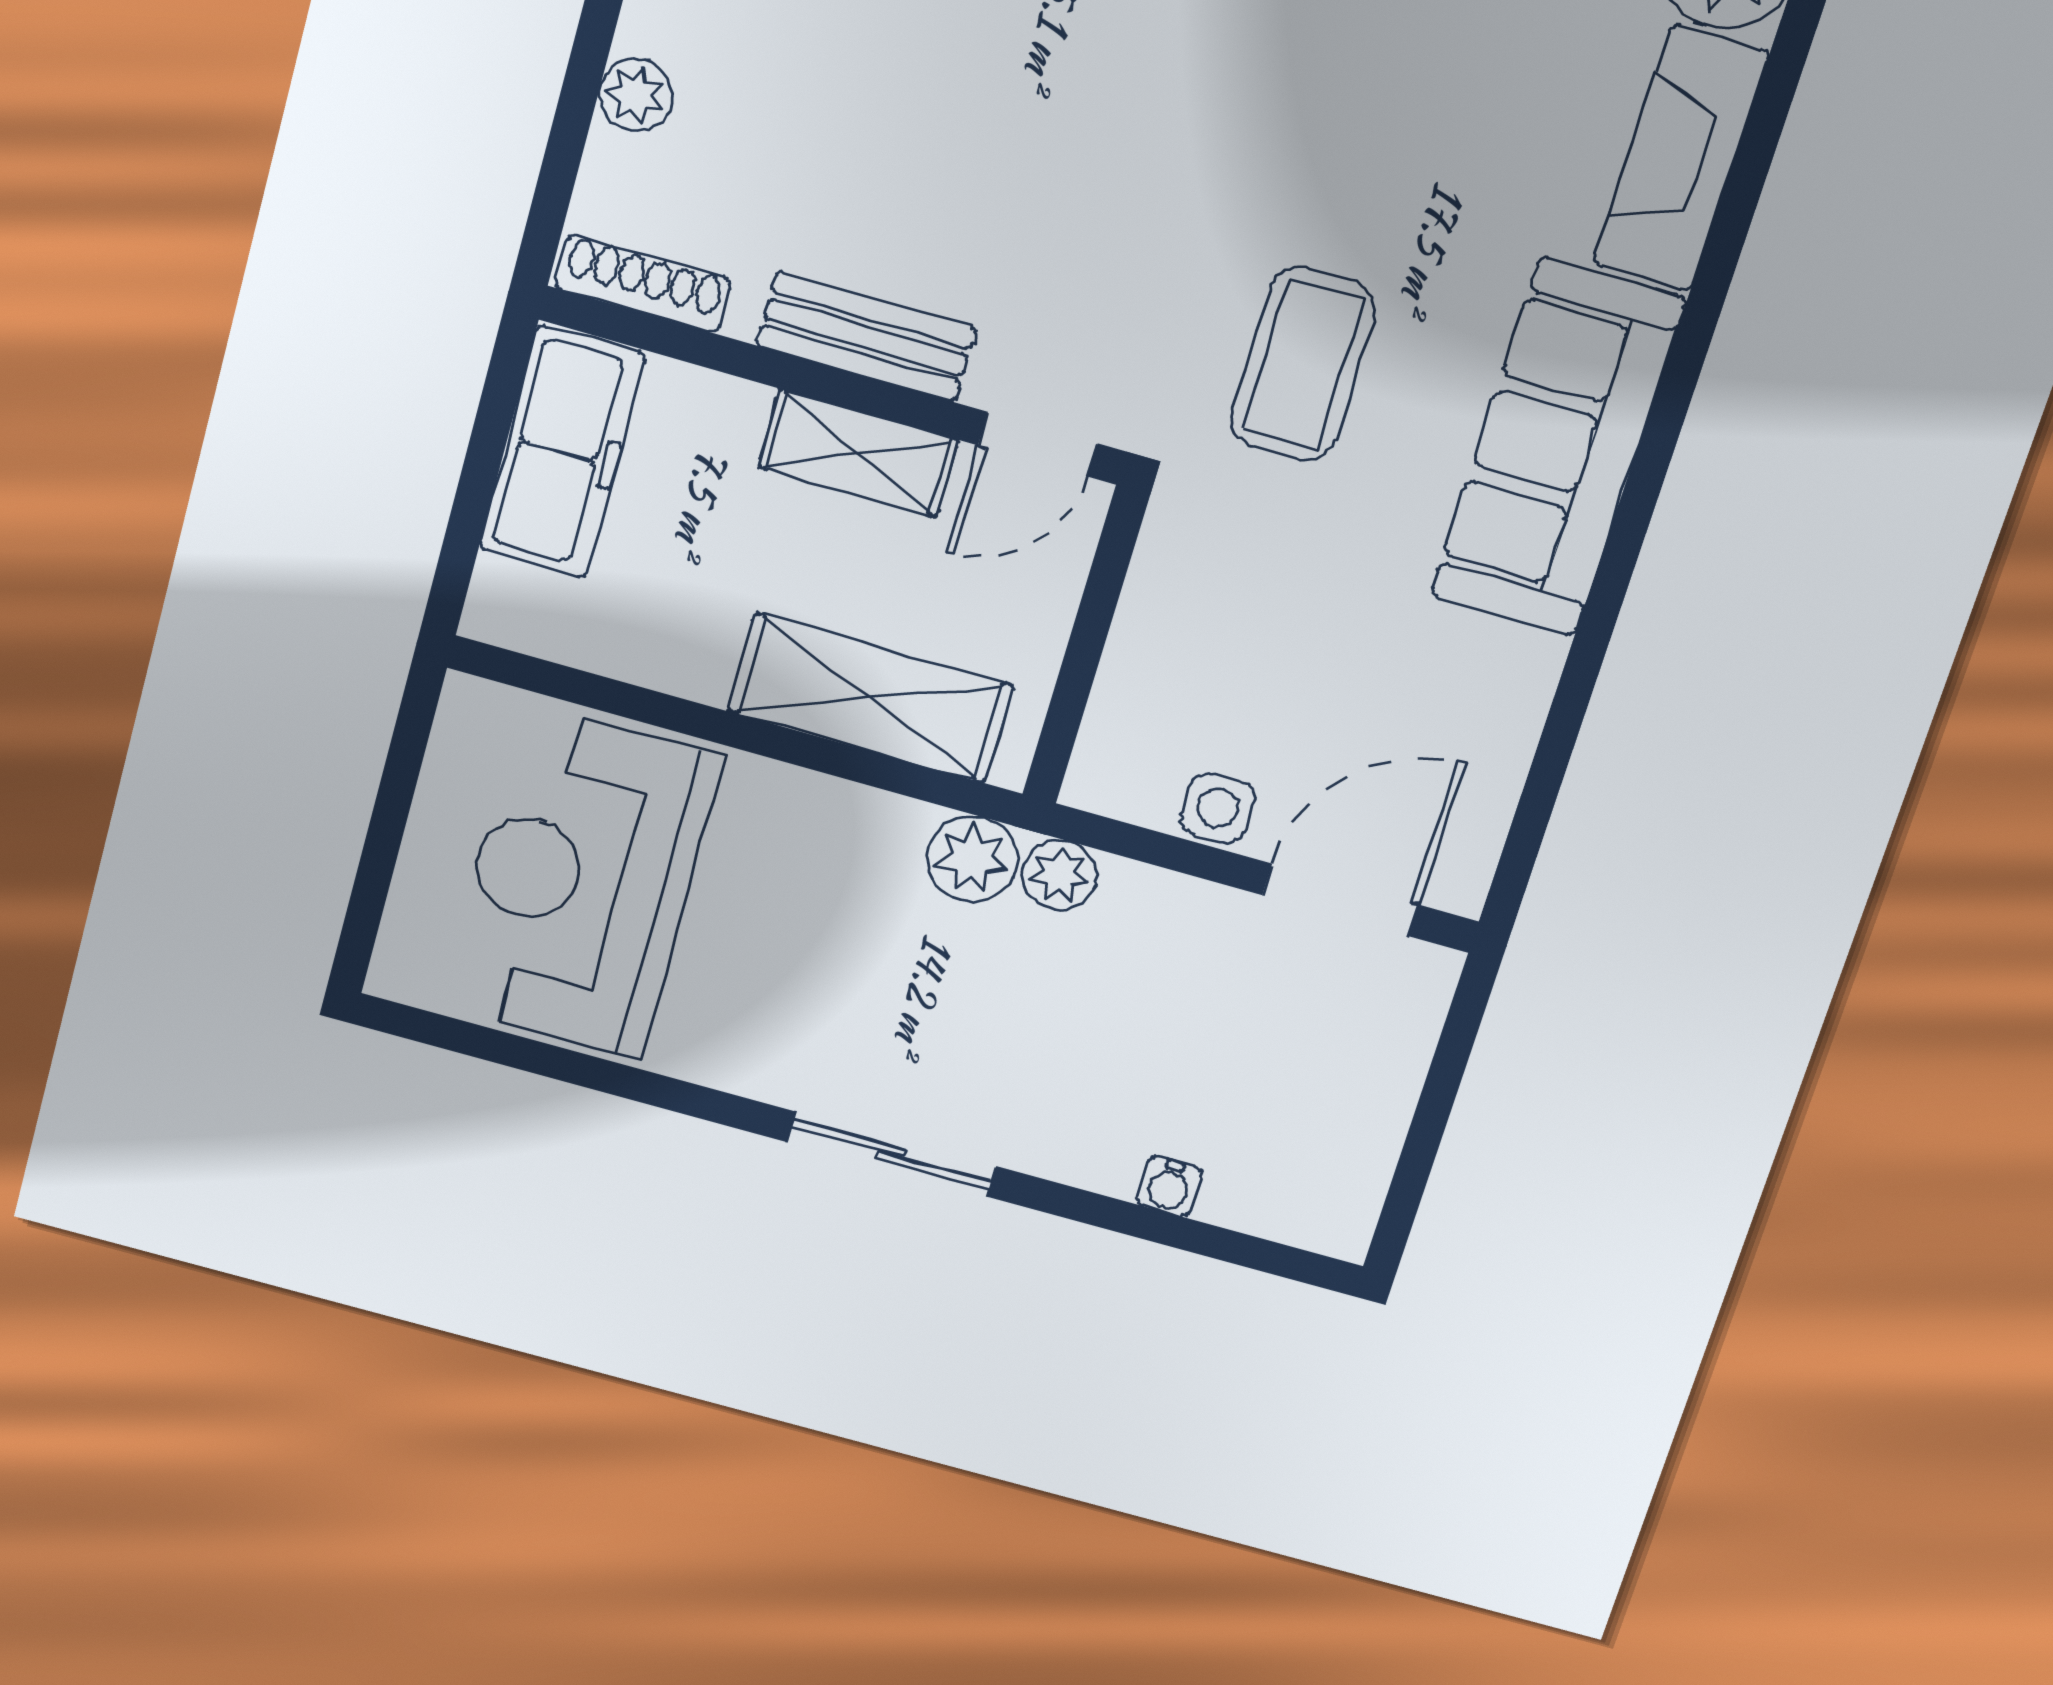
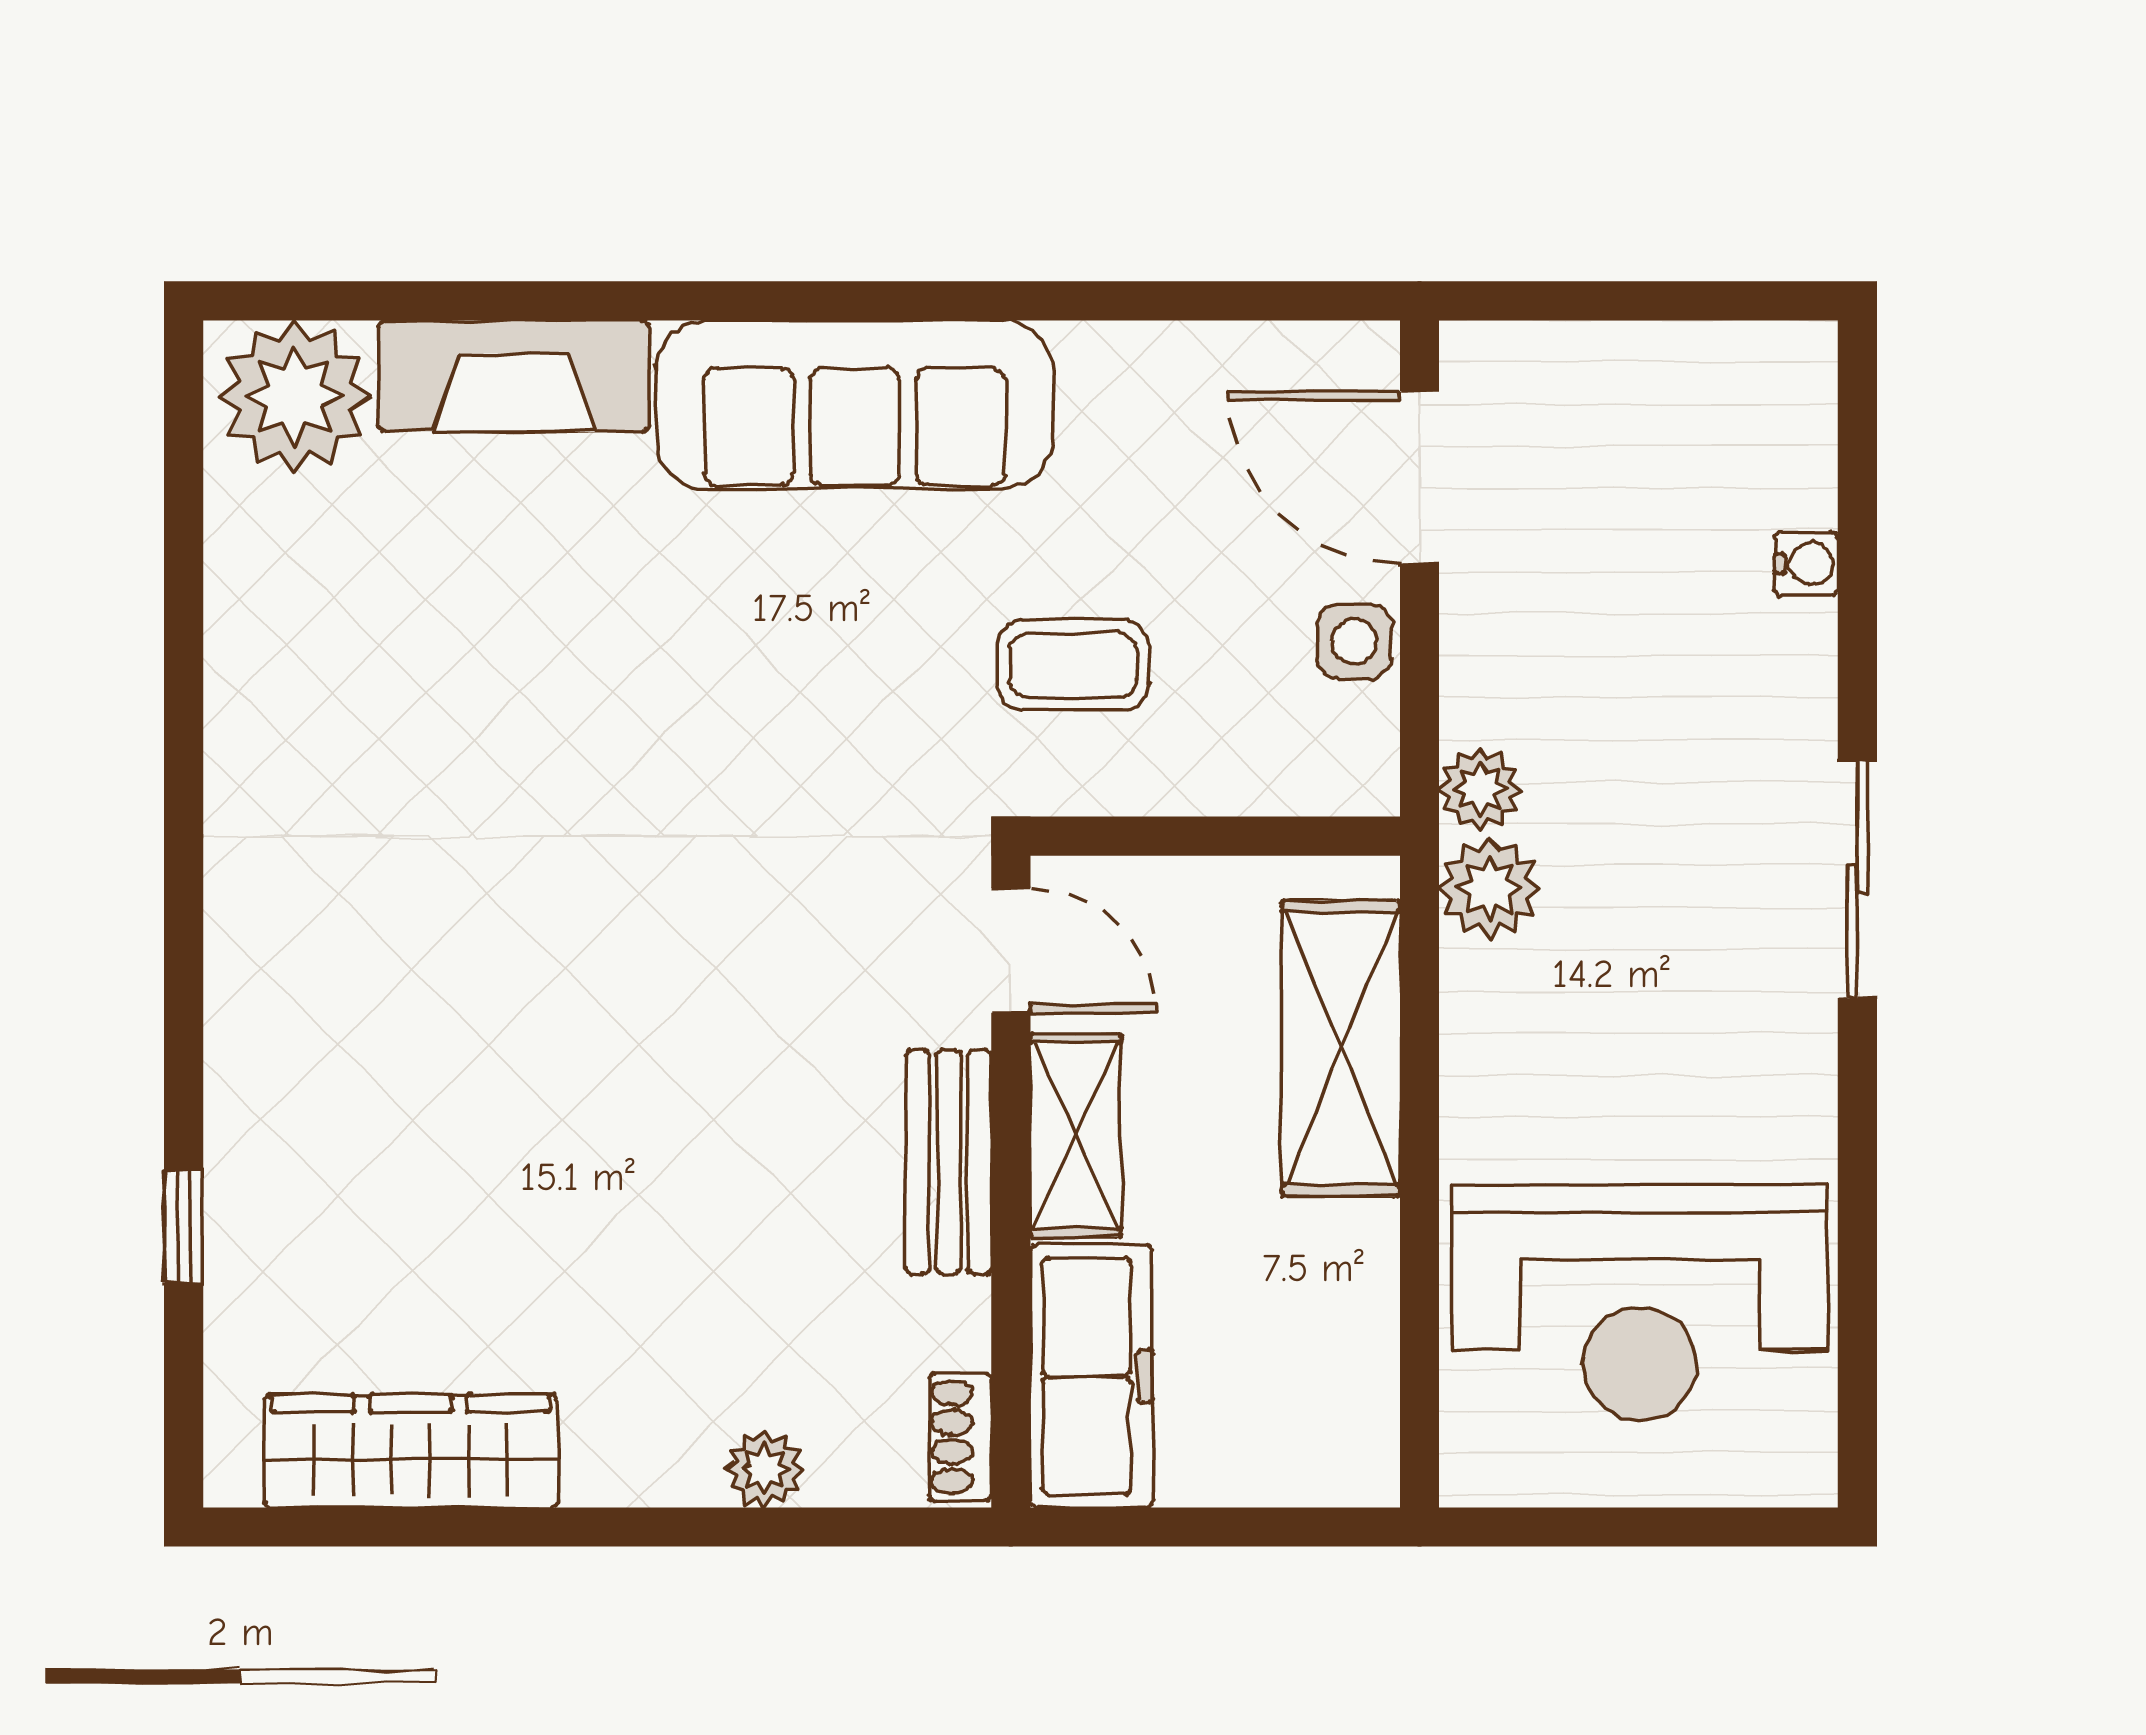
shoe rack: (643, 284) -> (960, 1437), width x0.70
coffee table: (1303, 364) -> (1073, 665), moved, width x0.73, depth x0.77
freezer: (562, 452) -> (1091, 1376), moved, turned 90

